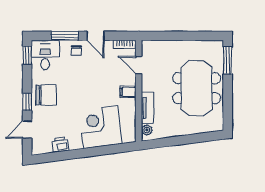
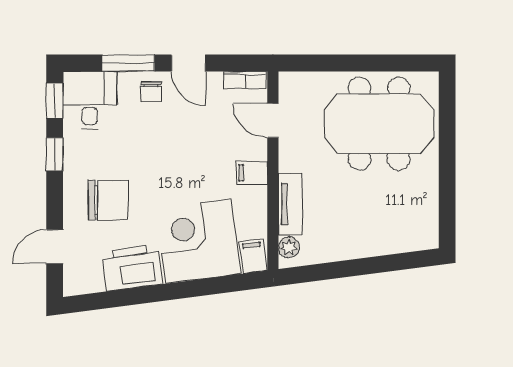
window: (228, 60) -> (447, 111), removed
meeting table: (197, 88) -> (379, 124), moved, turned 90
chair: (46, 95) -> (108, 200), moved
window: (27, 102) -> (55, 154), moved
filing cabinet: (128, 135) -> (253, 256), added
printer: (60, 145) -> (132, 268), width x1.87, depth x1.48

